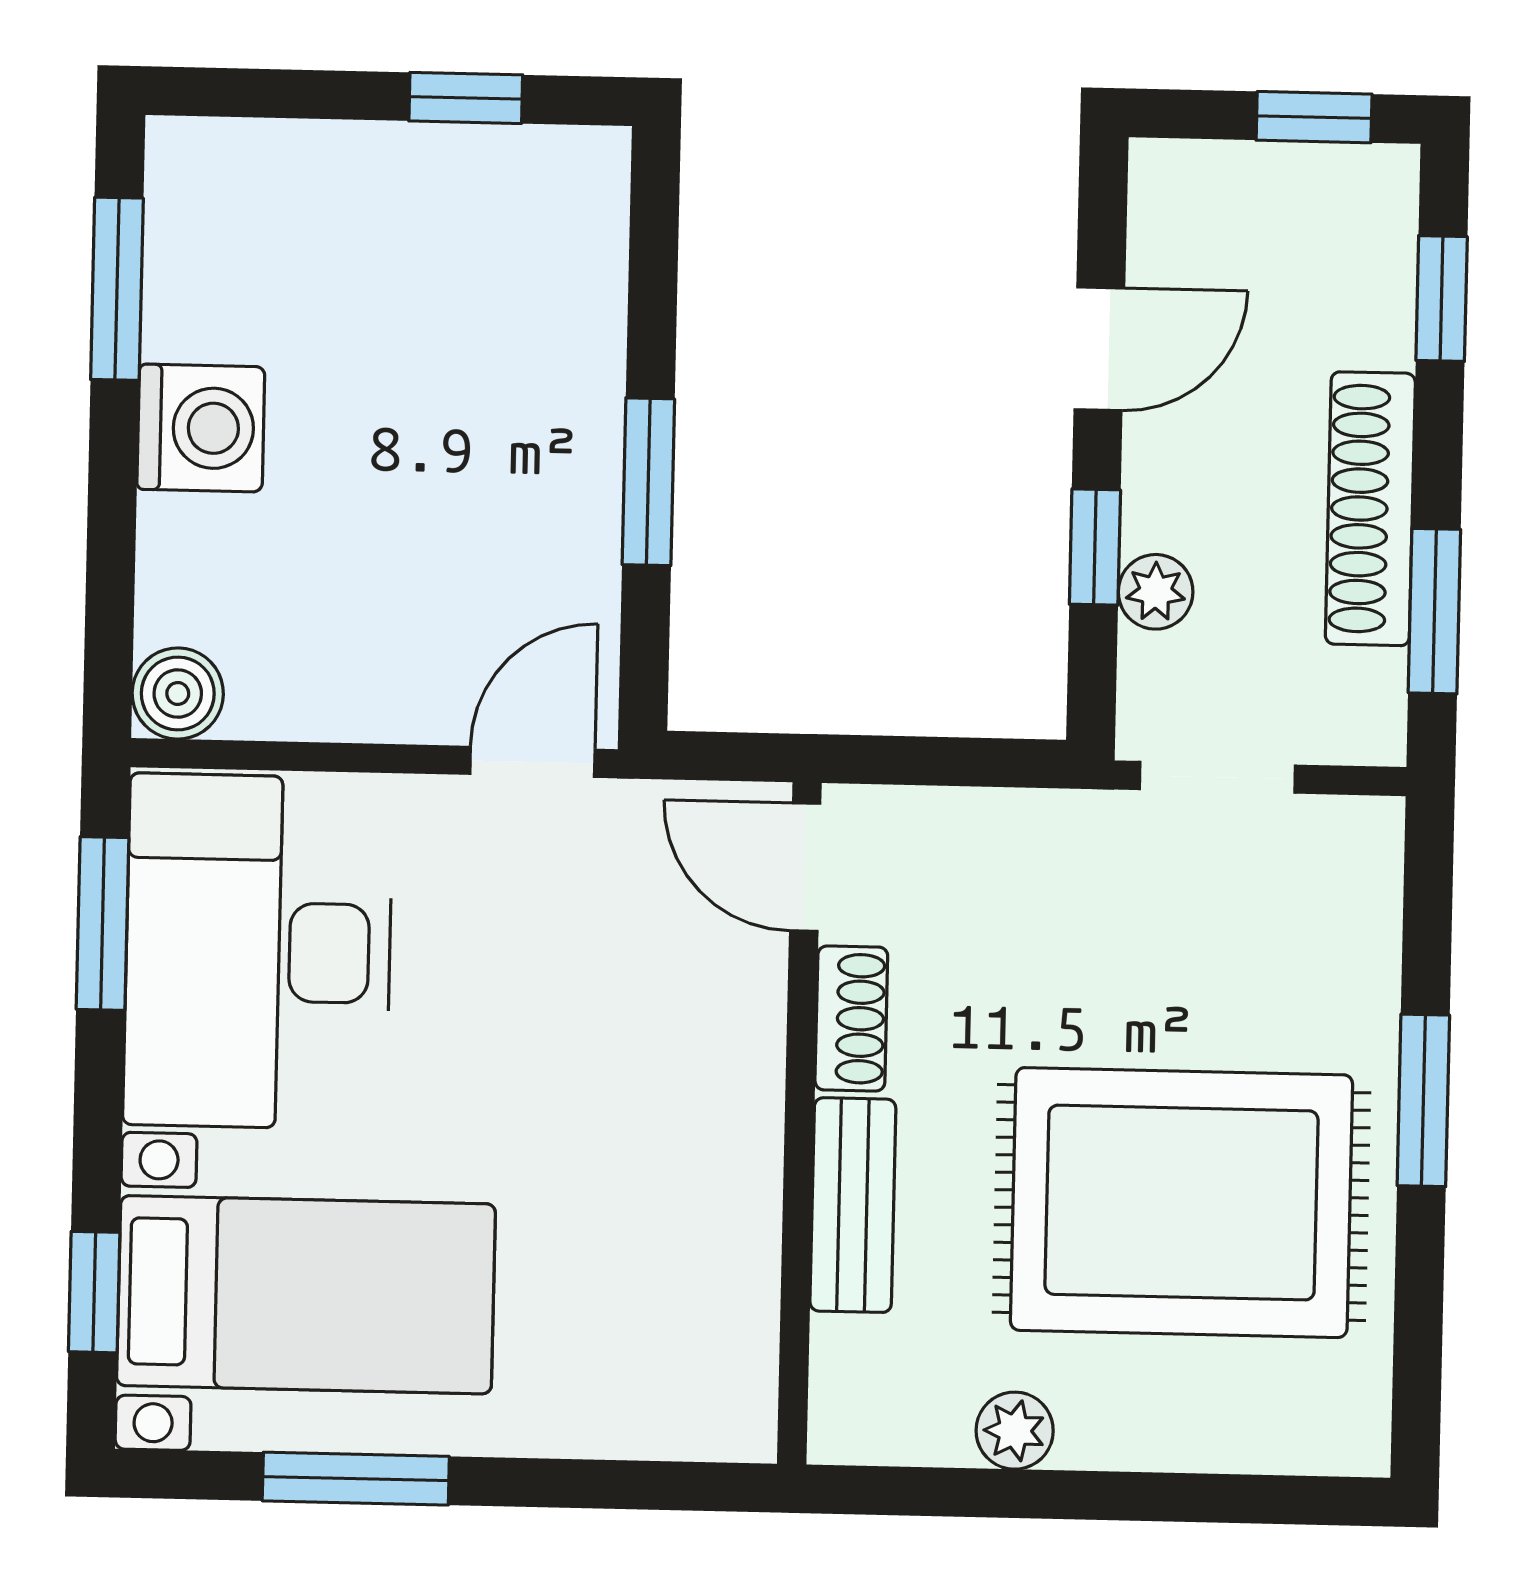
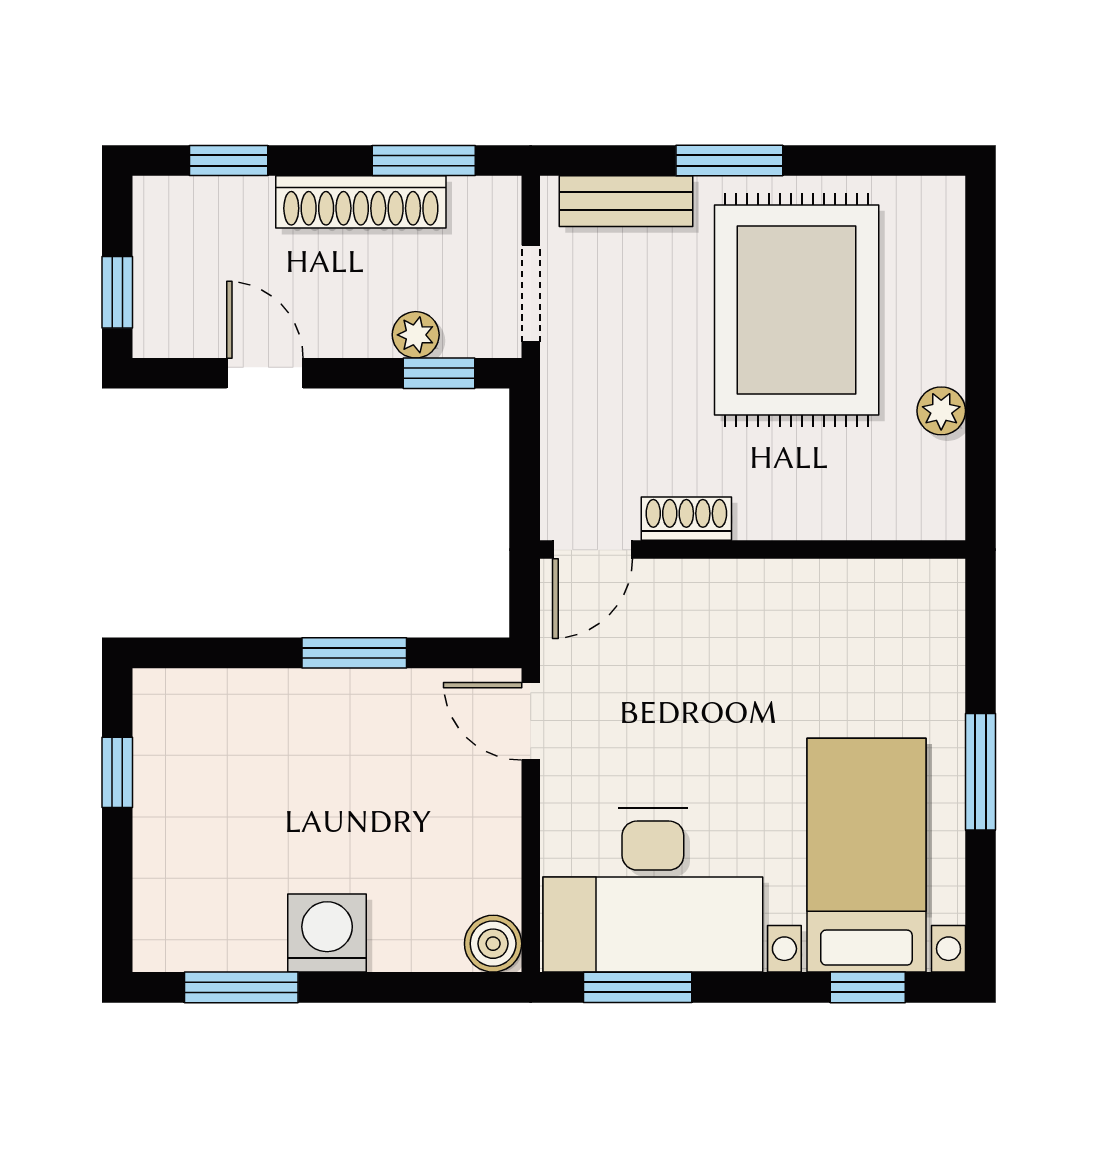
window: (1314, 117) -> (117, 292), moved
window: (1095, 547) -> (439, 373), moved
bench: (853, 1205) -> (626, 201), moved
window: (356, 1479) -> (981, 772), moved

